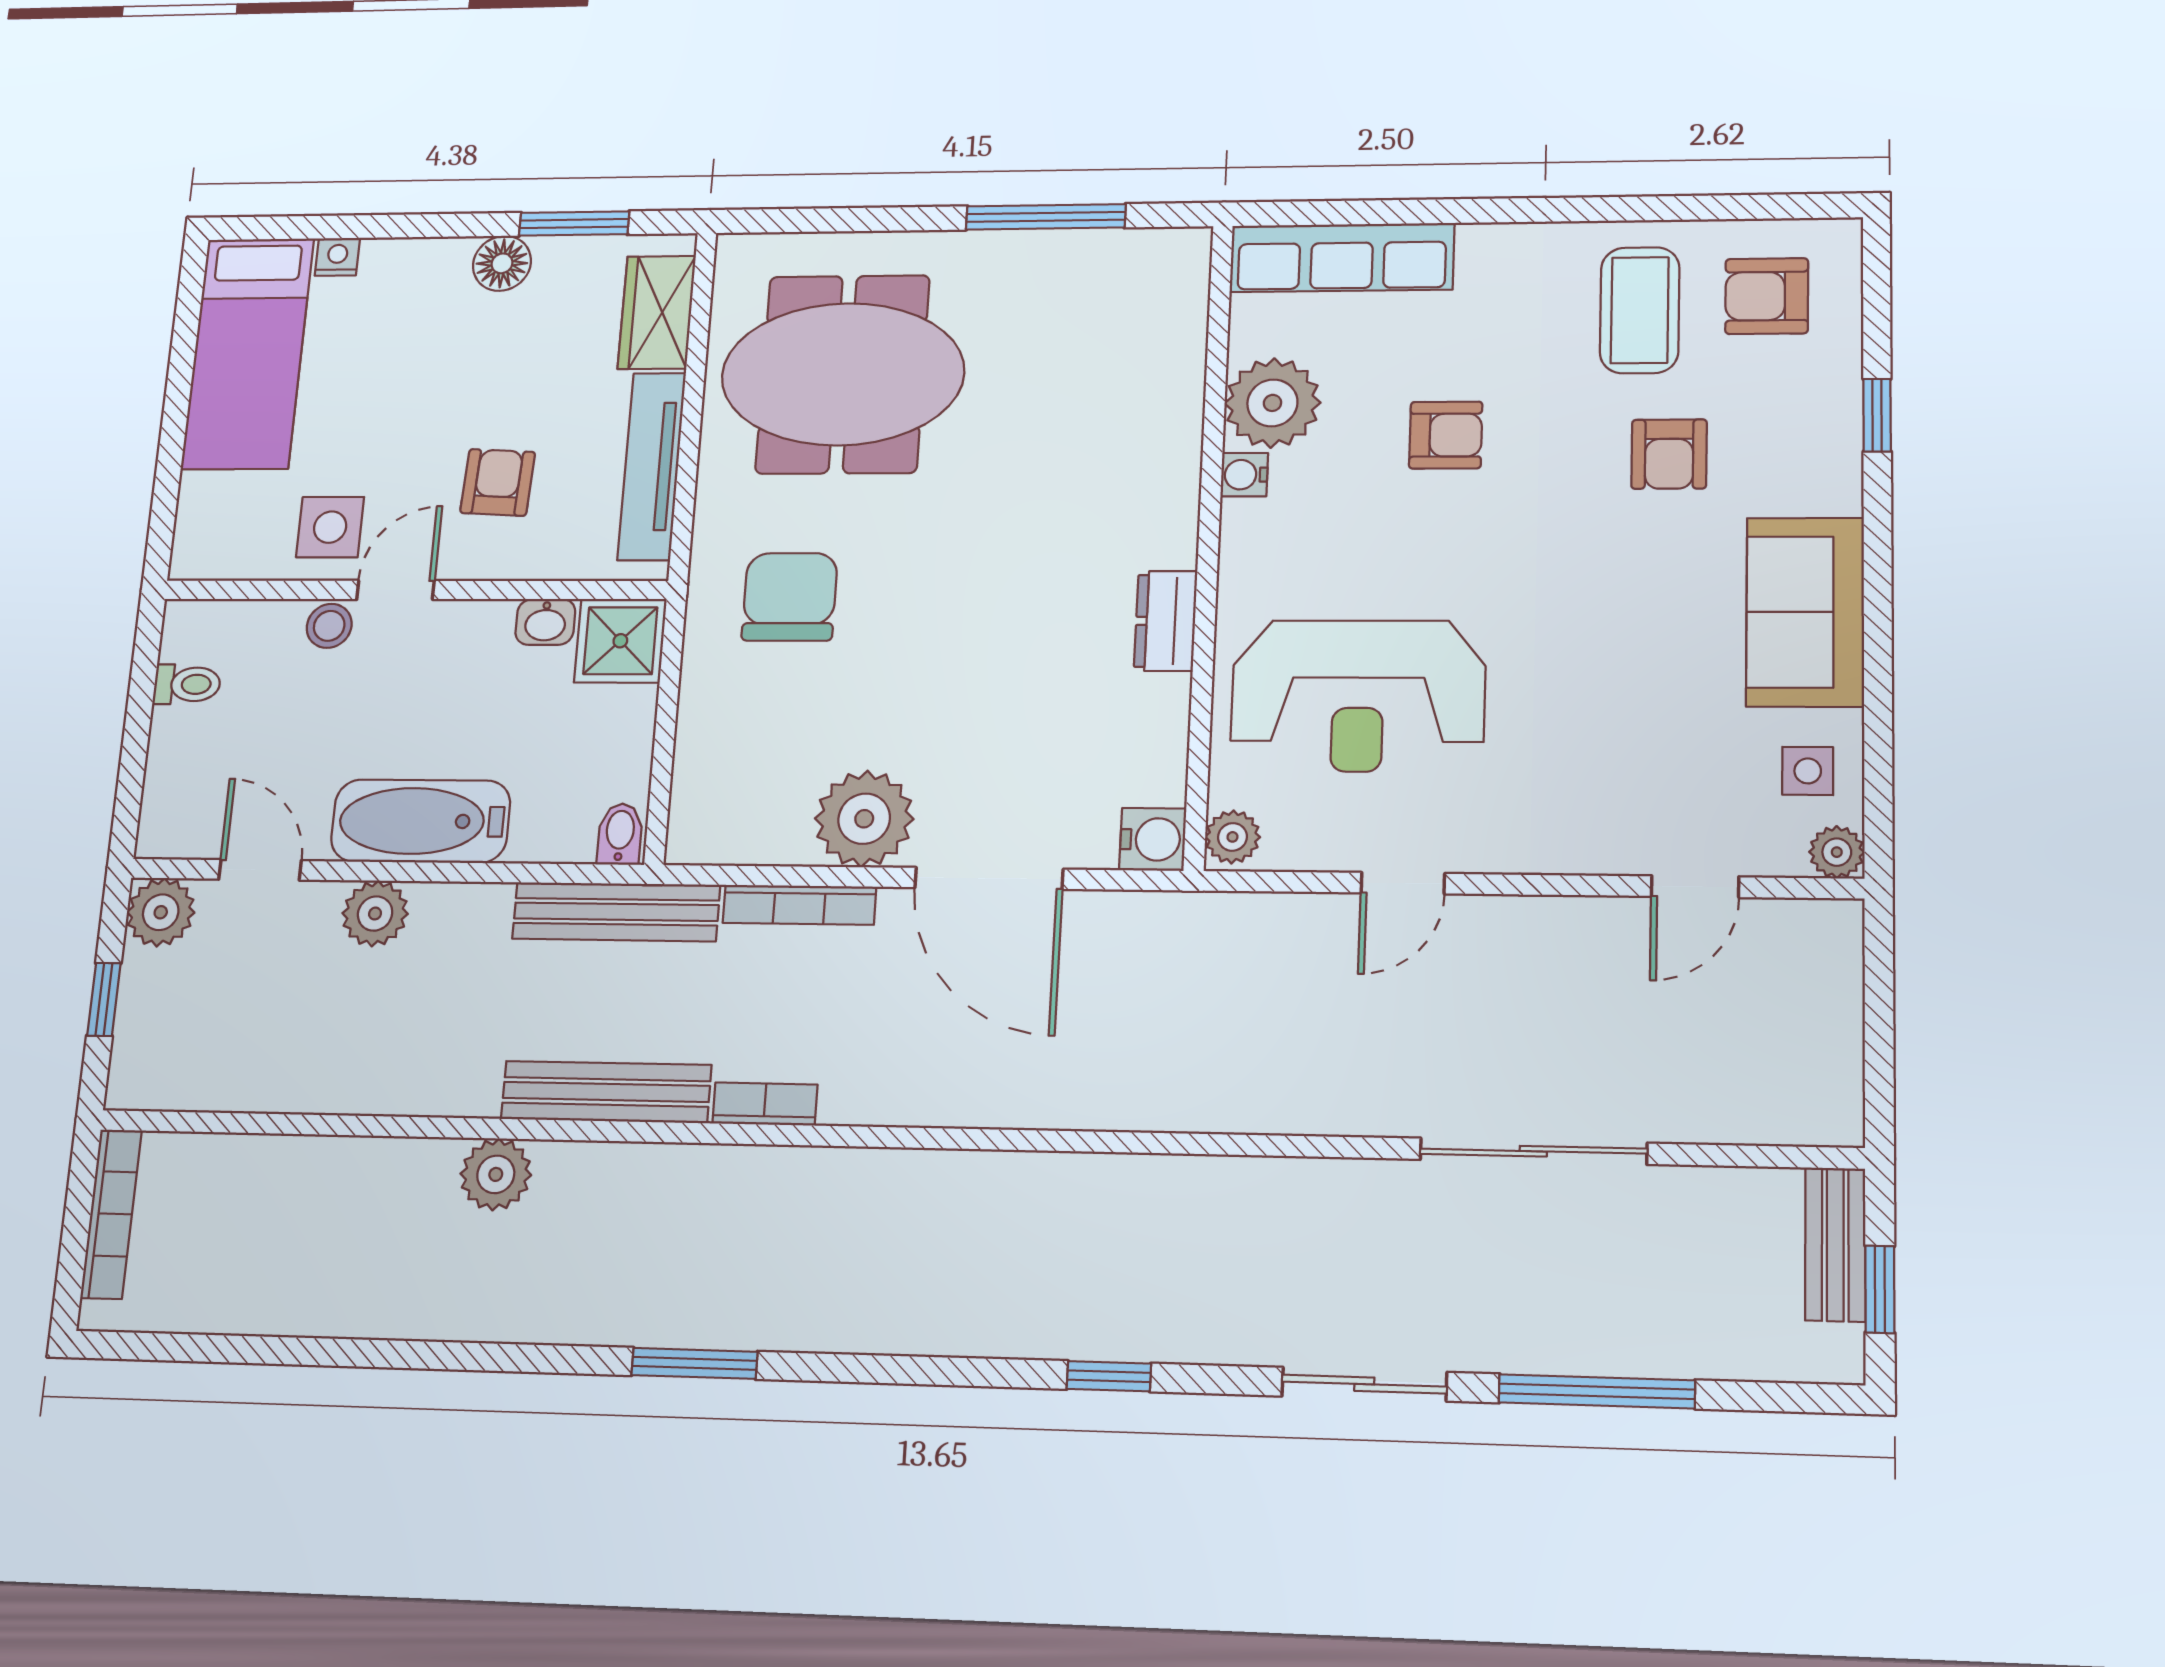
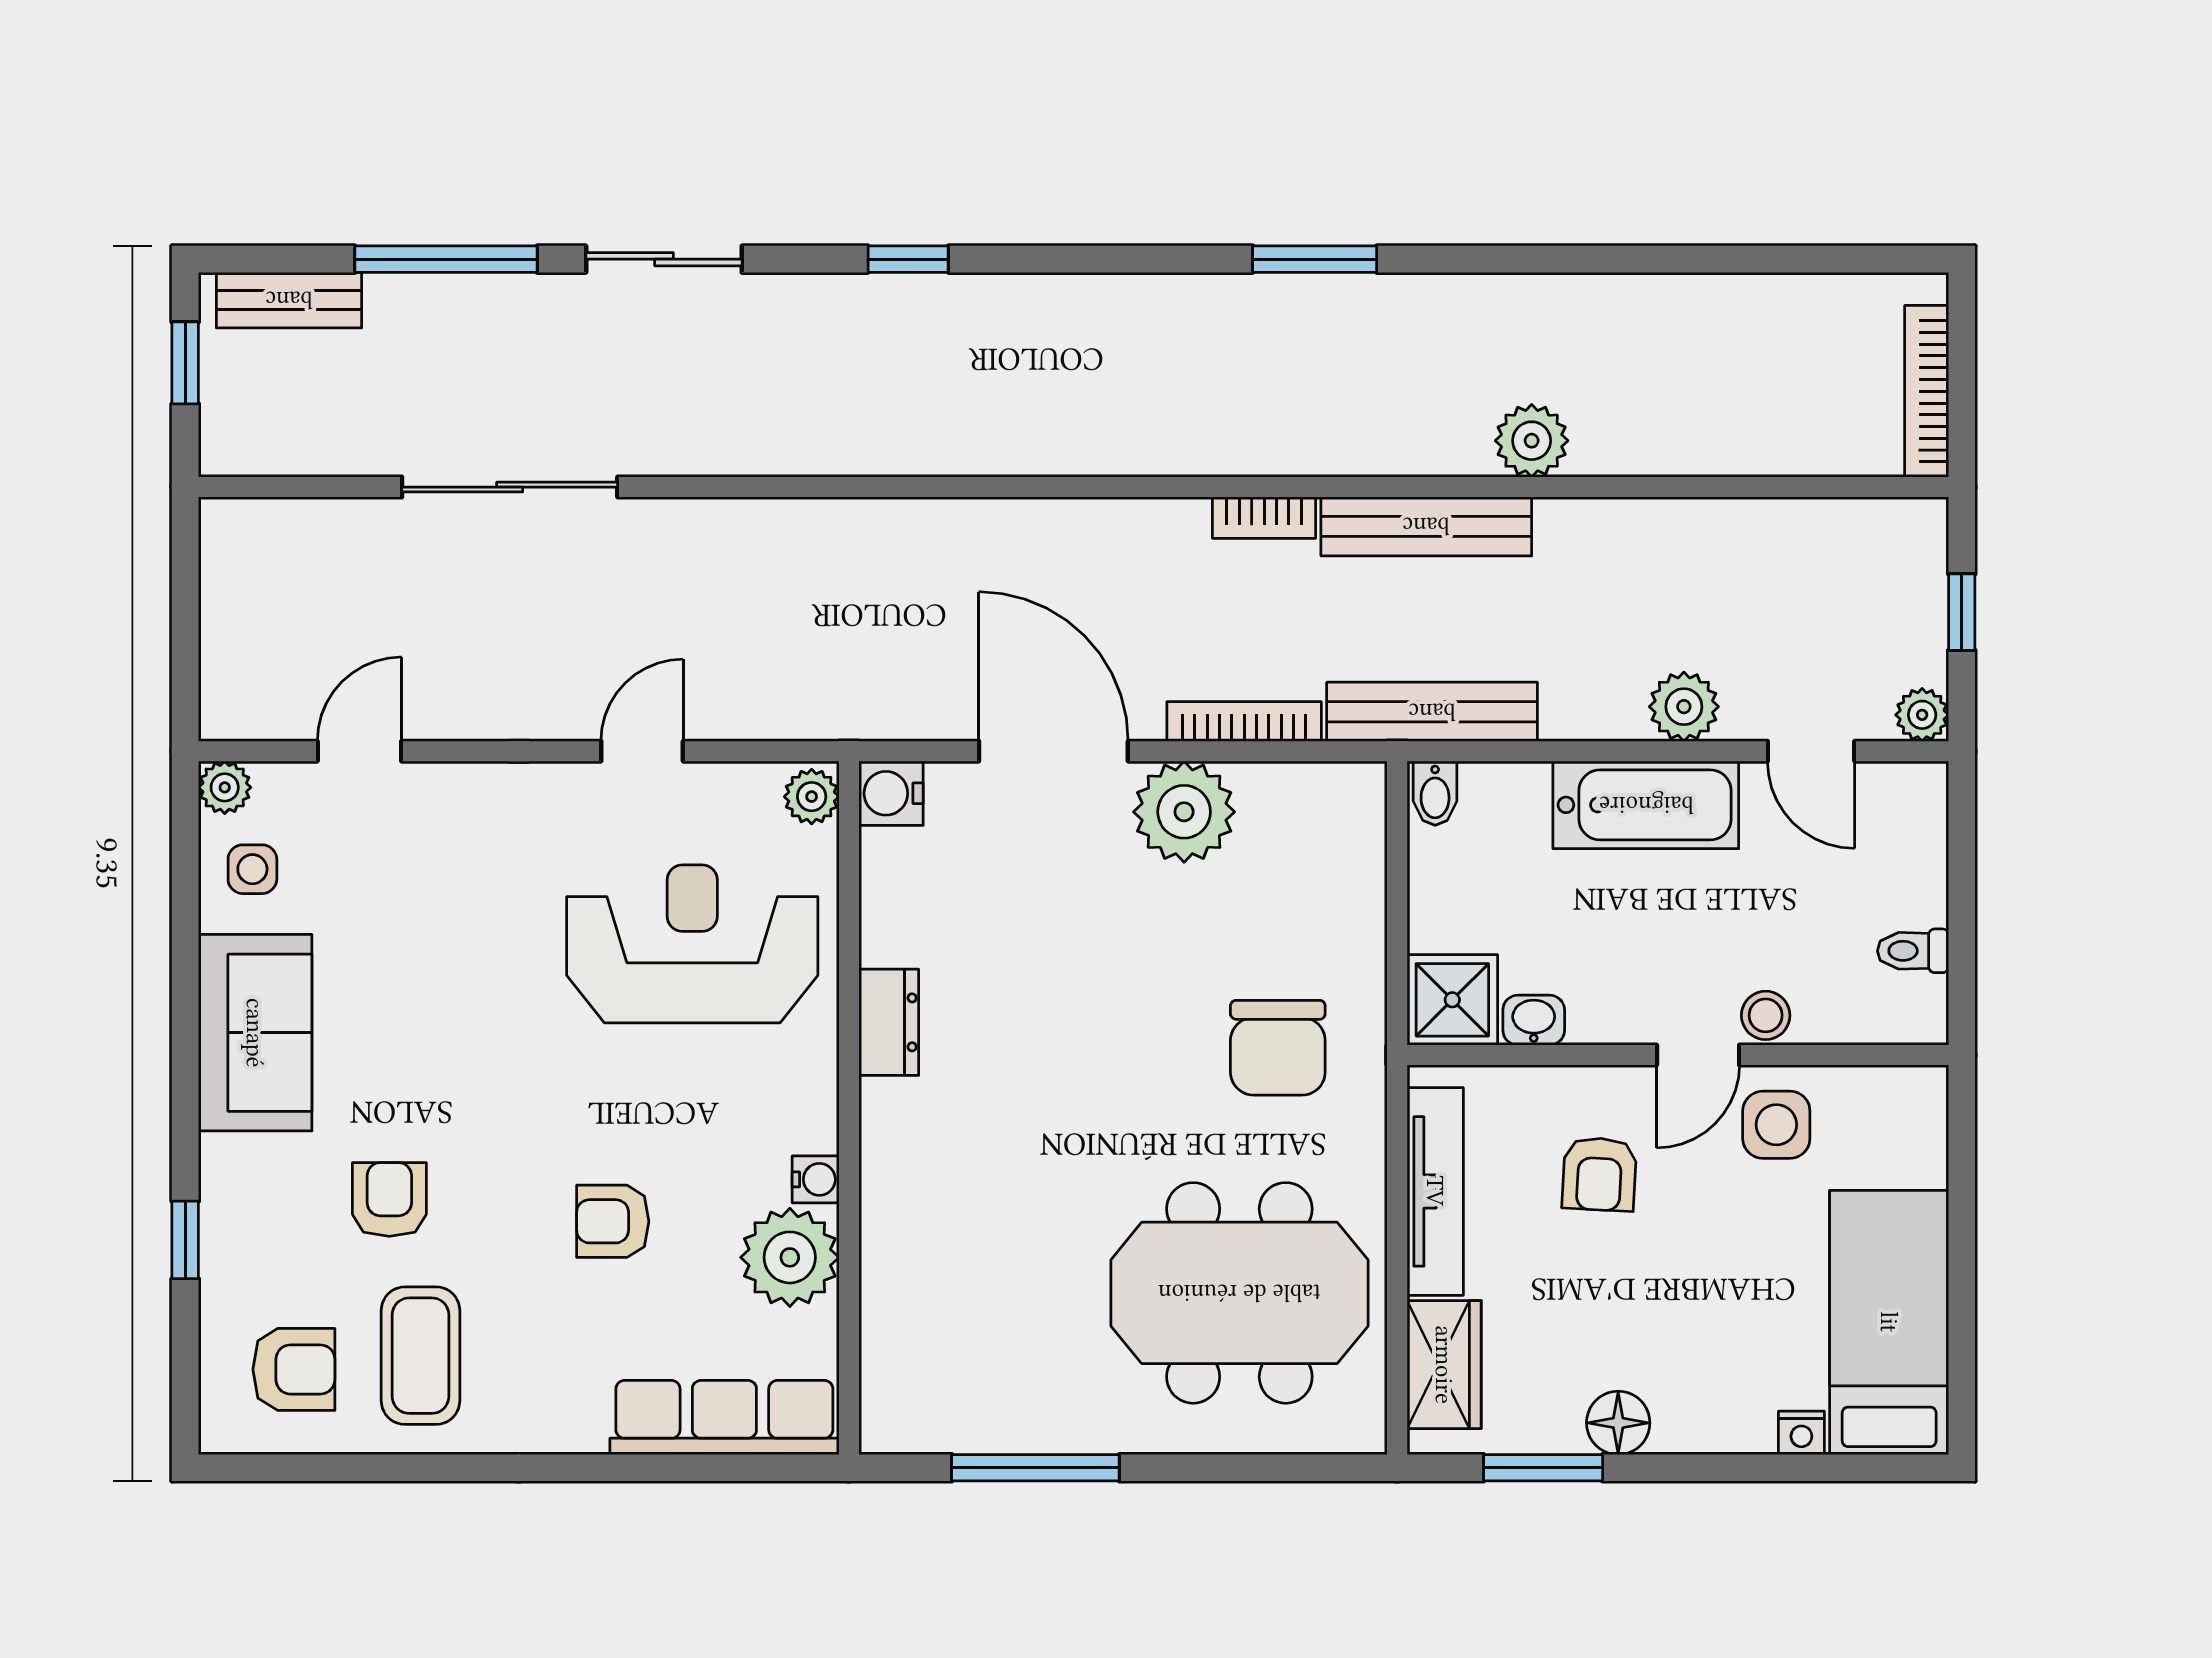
plant: (161, 912) -> (1922, 715), width x0.73, depth x0.73
bench: (1835, 1244) -> (289, 300), moved, turned 90

